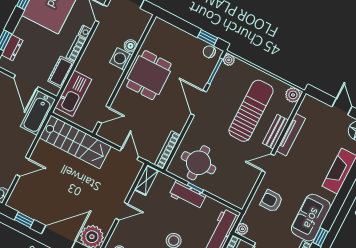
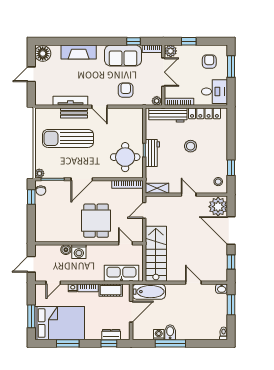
dining table: (149, 75) -> (96, 221), moved, turned 90
plant: (293, 95) -> (41, 114), removed
armchair: (272, 201) -> (126, 90), turned 180

